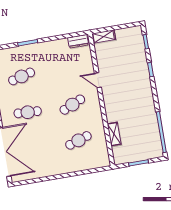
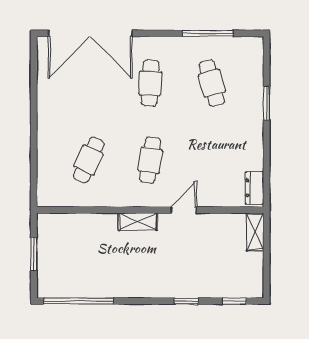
cafe table: (72, 105) -> (150, 160), turned 33
shelving: (114, 134) -> (138, 222), moved
cafe table: (78, 140) -> (89, 160), turned 42

